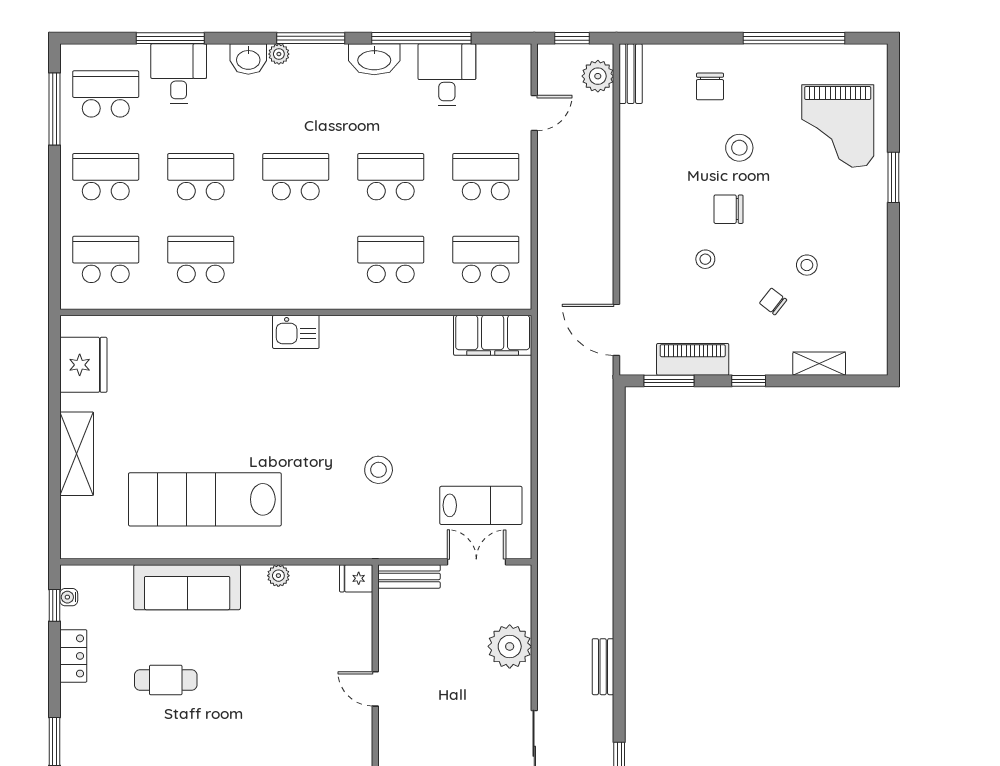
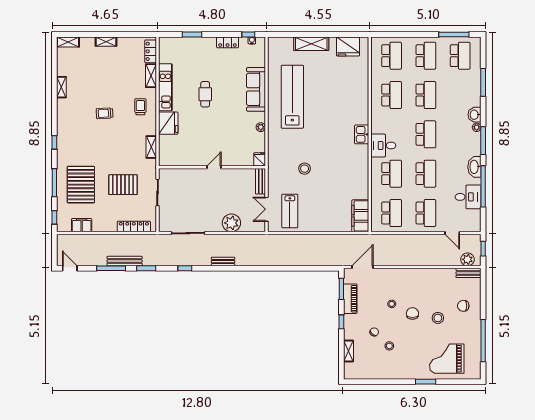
desk: (179, 74) -> (383, 145), moved, turned 180
double door: (476, 562) -> (266, 209), swing flipped
cafe table: (166, 680) -> (205, 94), moved

